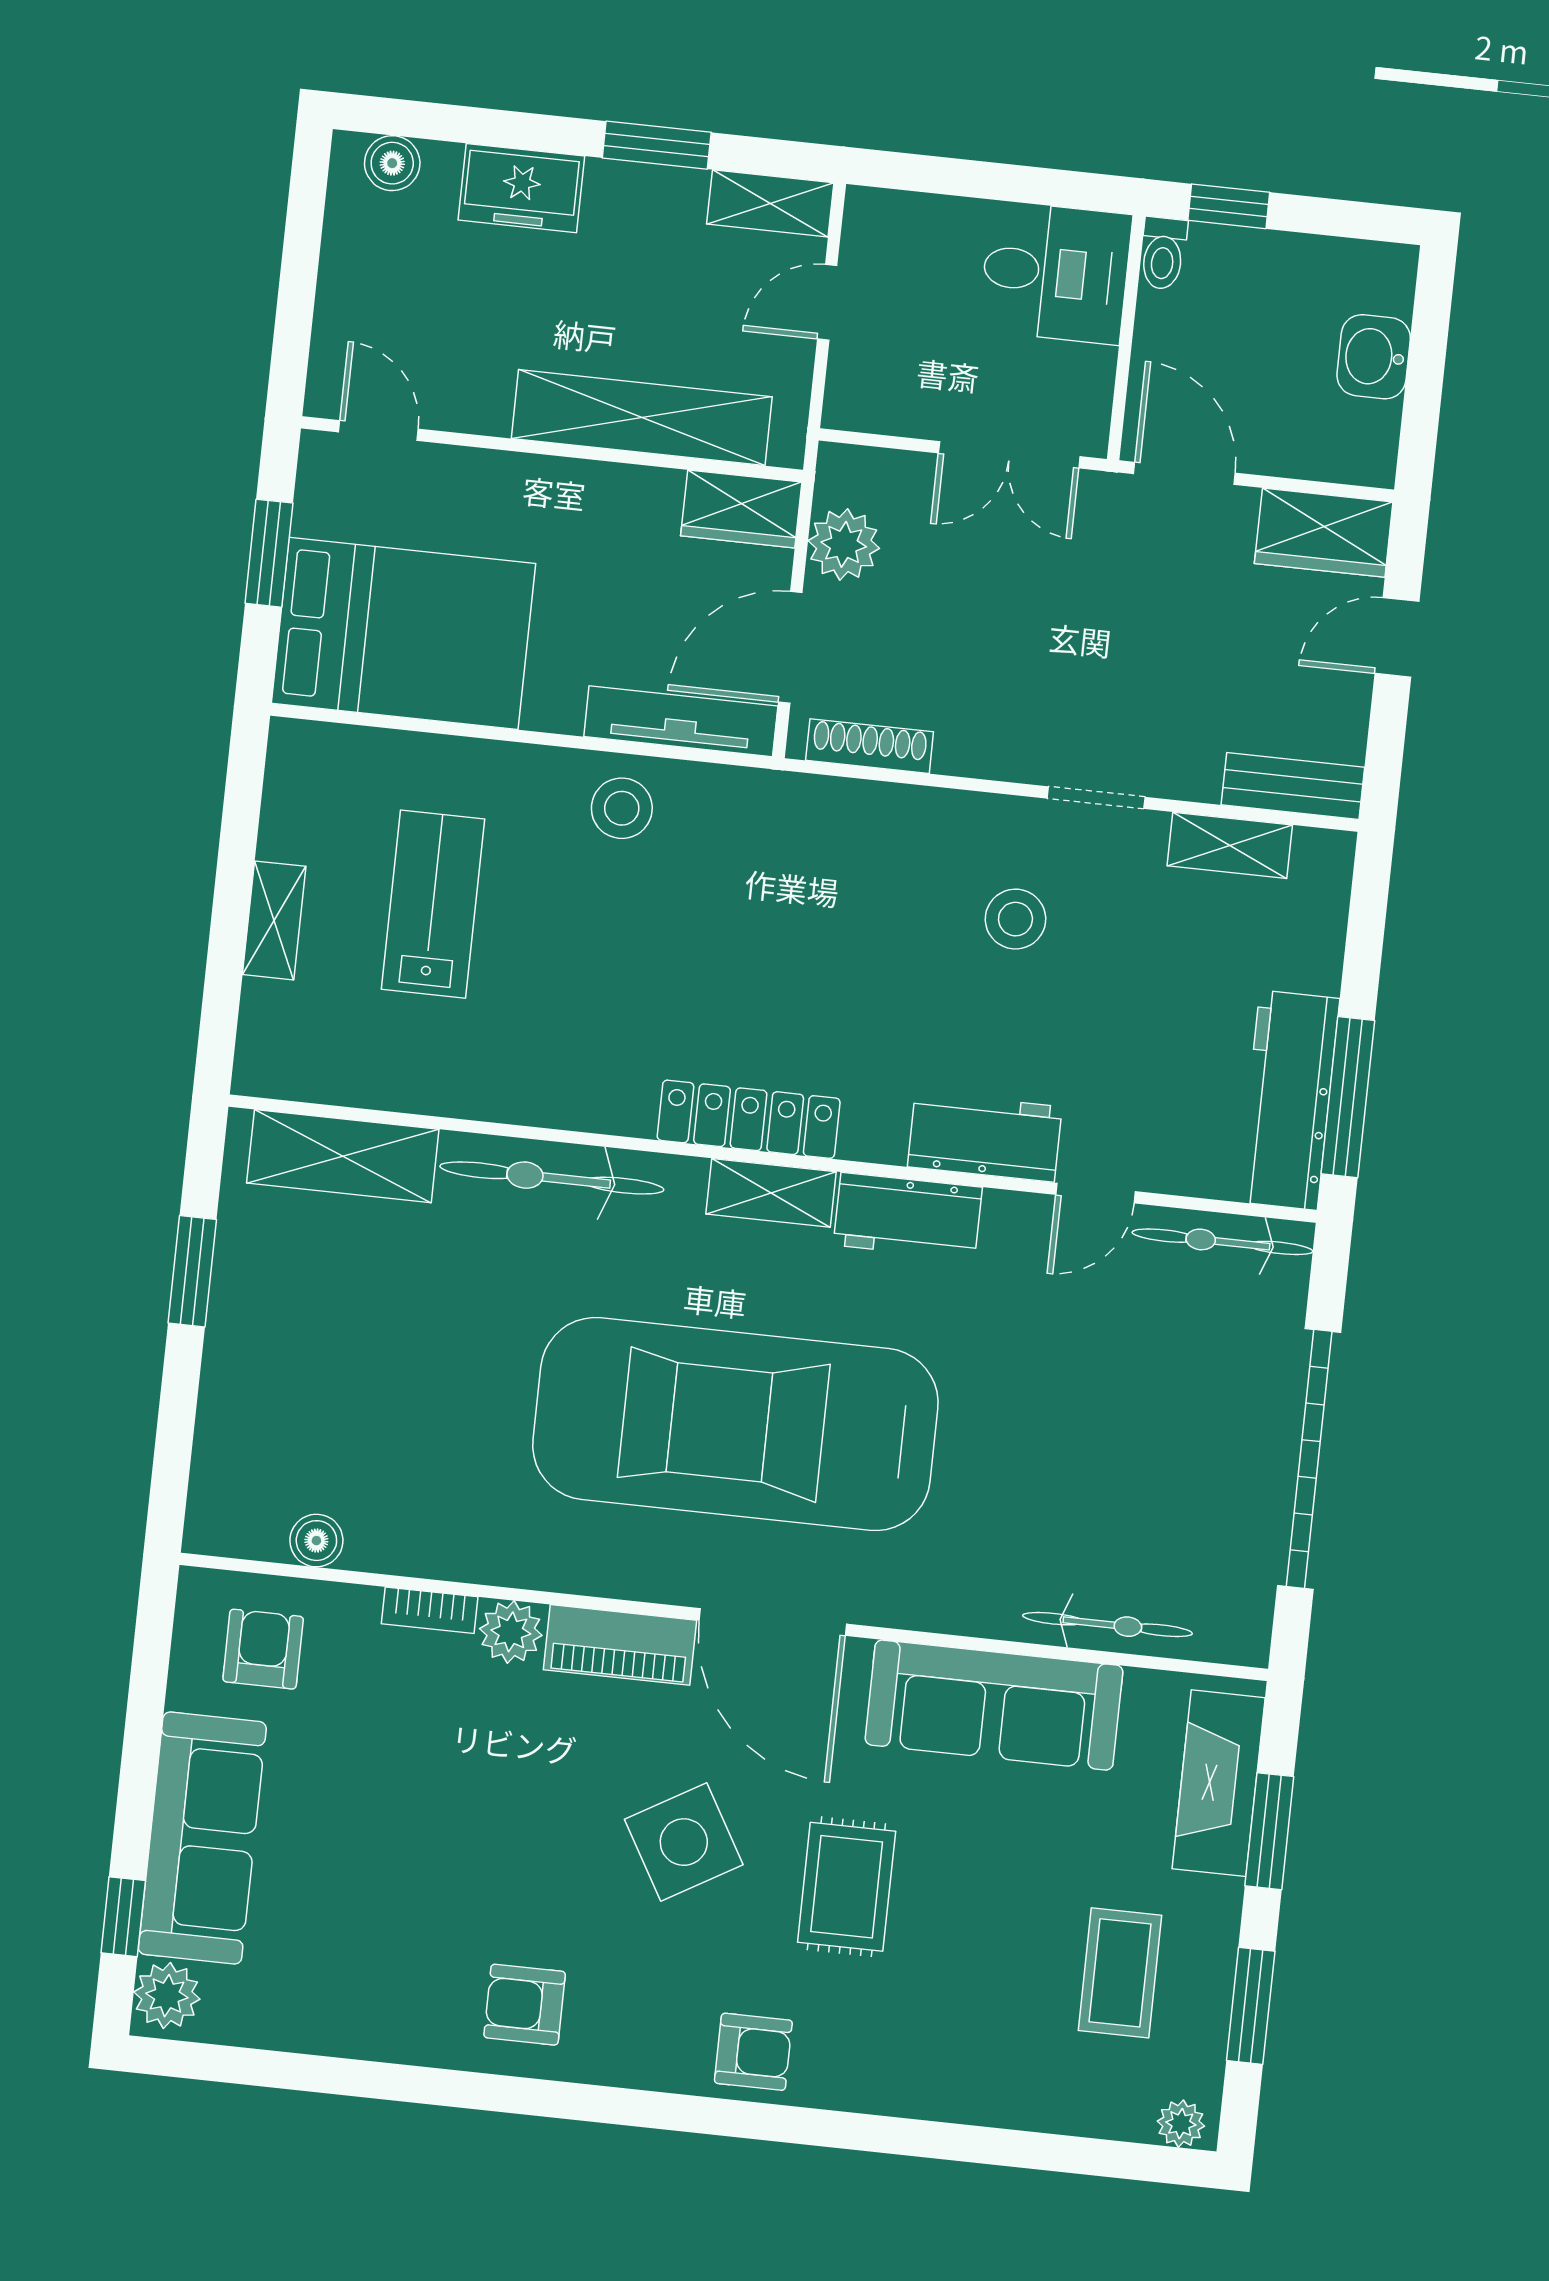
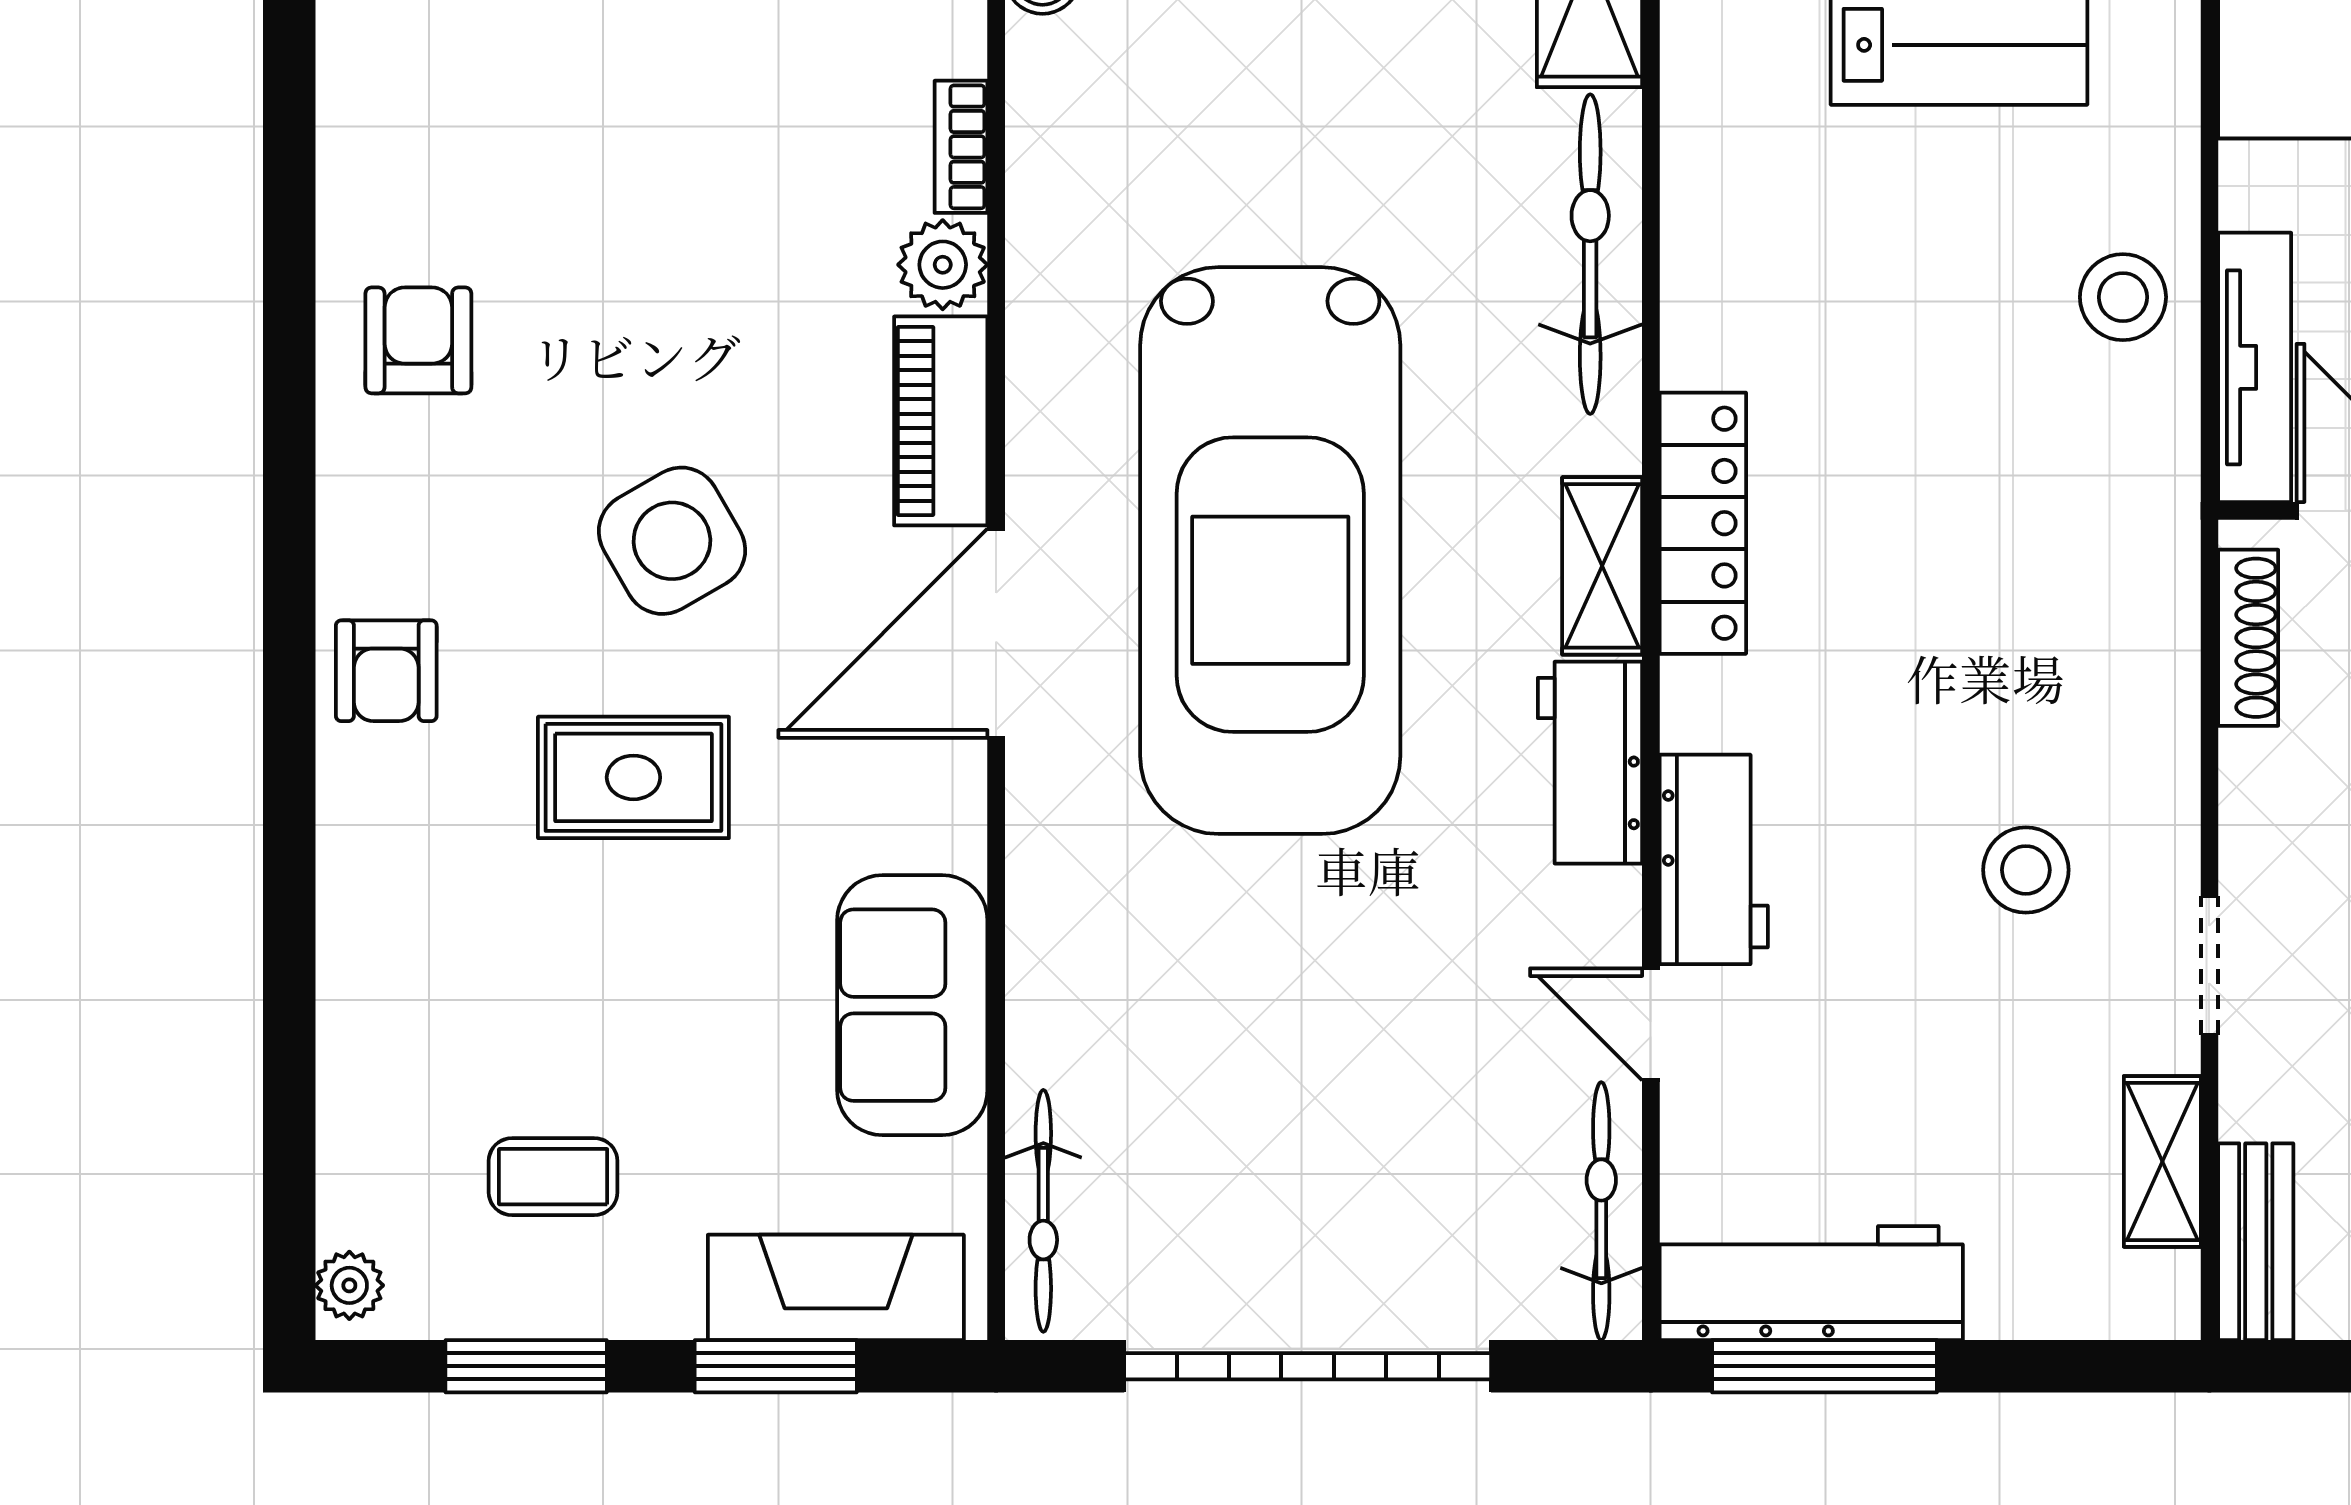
car: (735, 1424) -> (1270, 551), turned 180
bicycle: (1107, 1624) -> (1043, 1211), moved
sofa: (994, 1705) -> (912, 1005), width x0.73
coffee table: (1120, 1973) -> (553, 1177), width x0.73, depth x0.77

